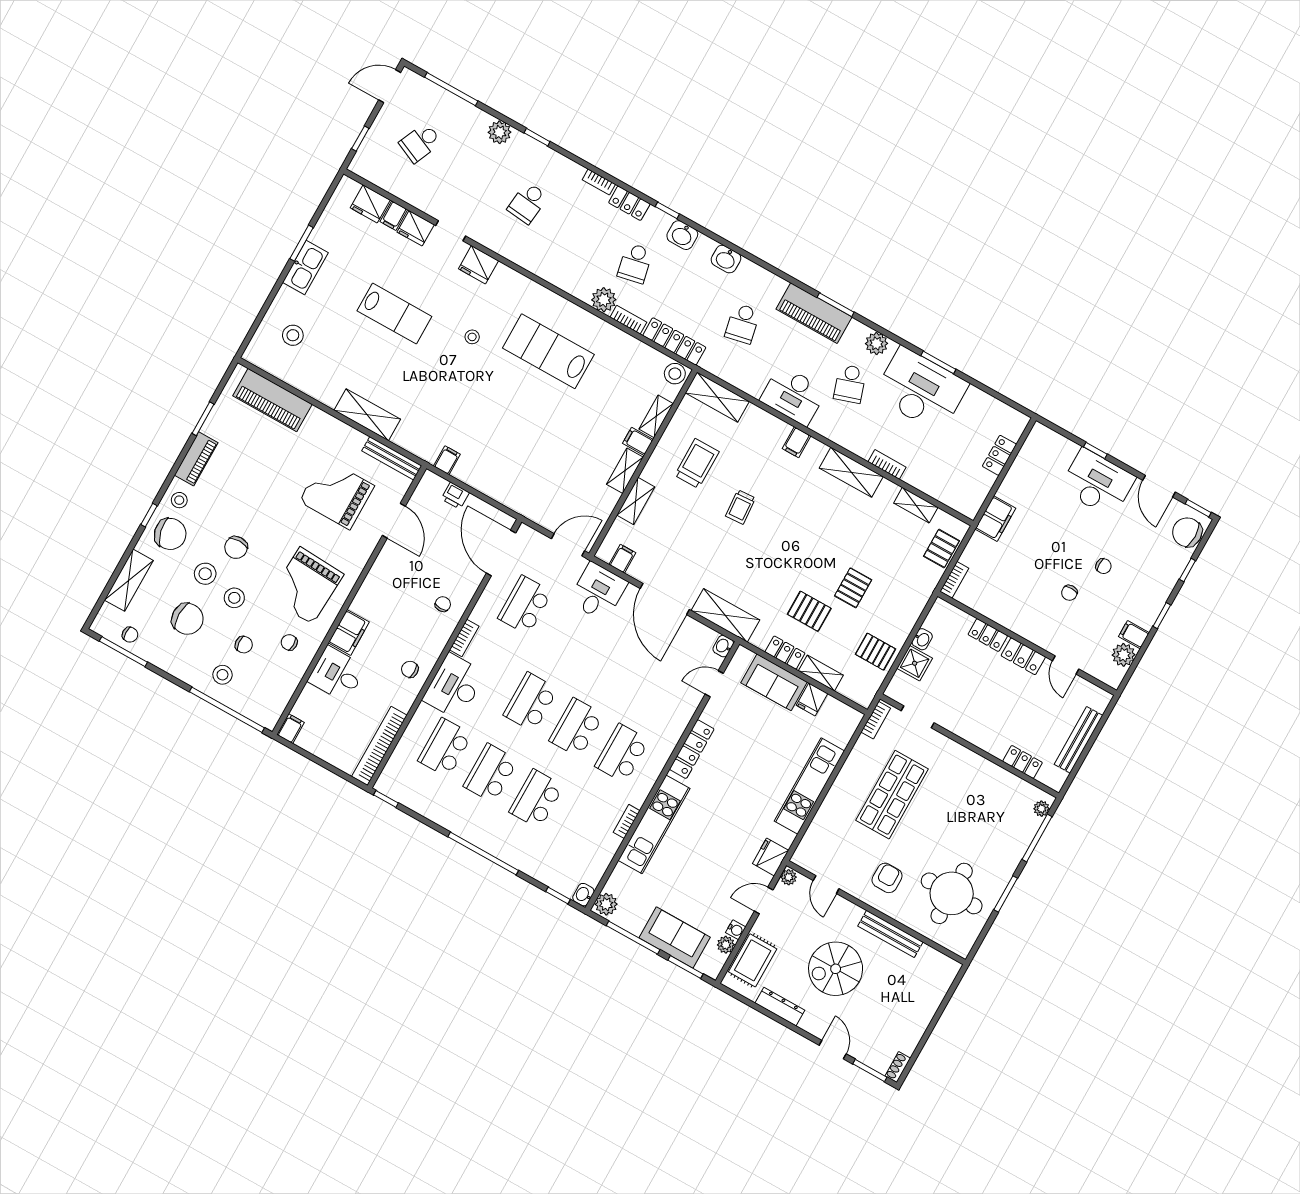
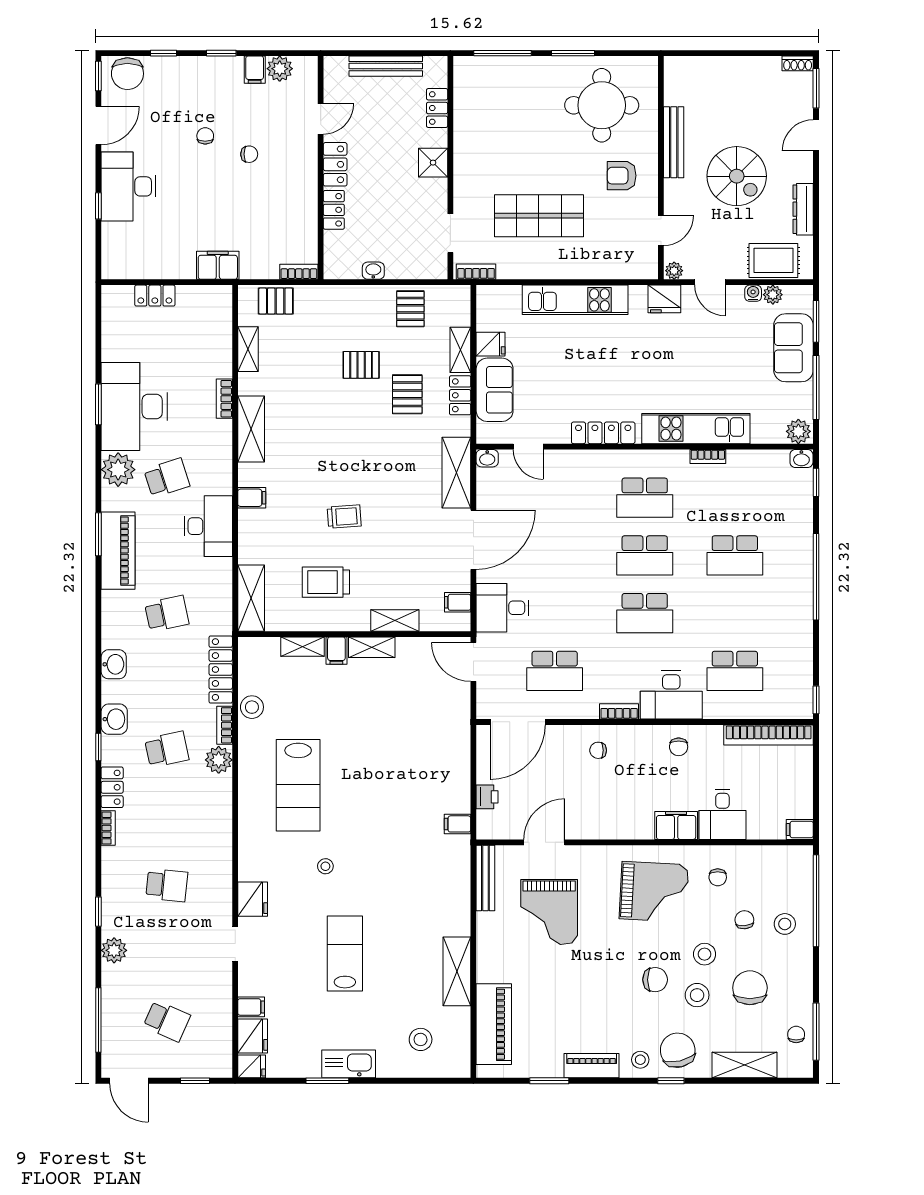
fridge: (416, 228) -> (252, 1066), moved, width x0.72
plant: (876, 344) -> (118, 470), width x1.36, depth x1.36
stool: (675, 374) -> (252, 707), moved
shelving: (367, 415) -> (457, 971), moved
shower: (915, 663) -> (433, 163), moved
school desk: (491, 773) -> (735, 613), removed
plant: (1042, 809) -> (472, 65), removed

